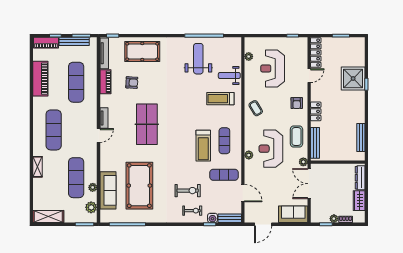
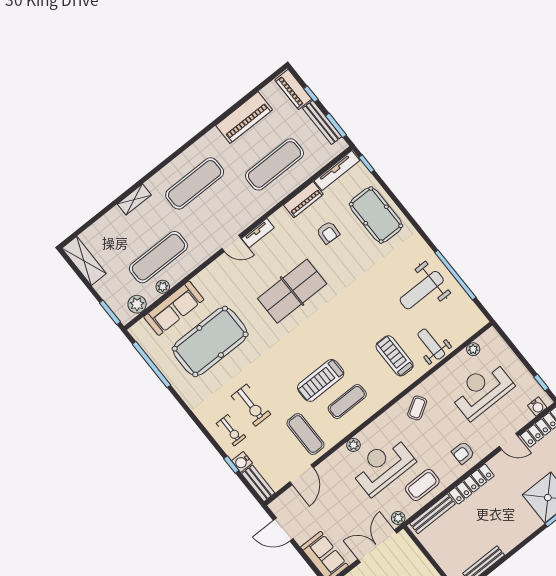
water cooler: (303, 47) -> (537, 406), added
weight bench: (198, 59) -> (422, 290), turned 180
locker: (316, 111) -> (472, 484), width x1.53

